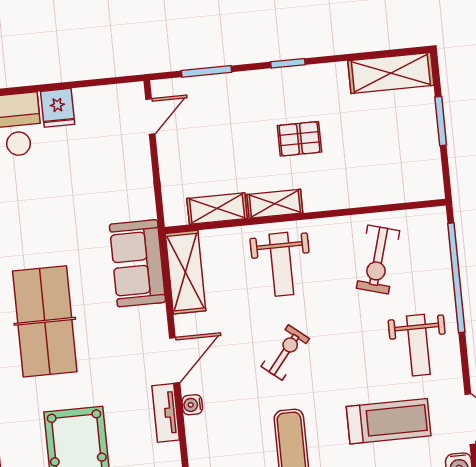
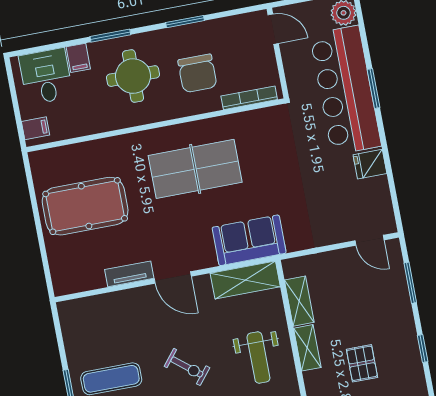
weight bench: (281, 264) -> (258, 357), turned -90
water cooler: (192, 405) -> (138, 295), removed

